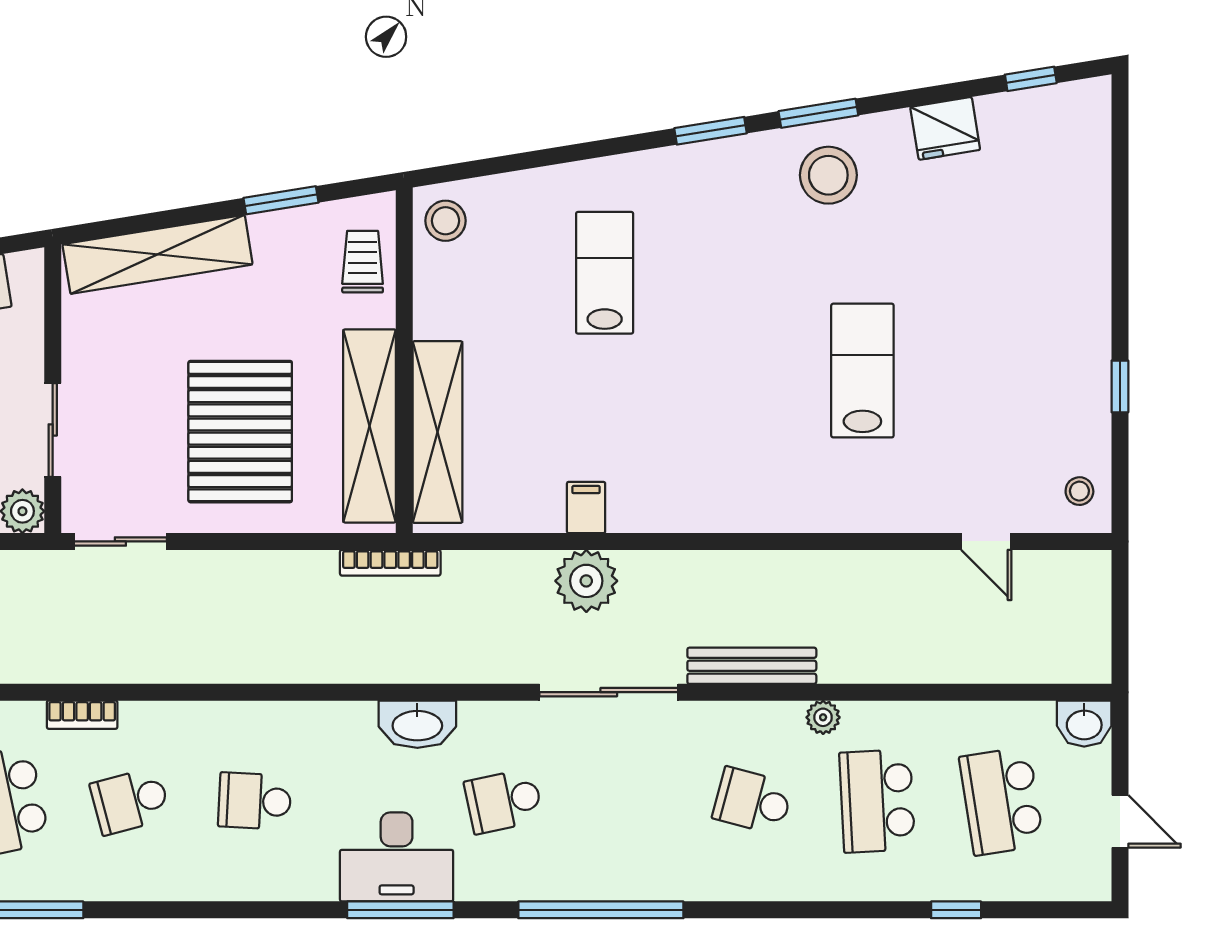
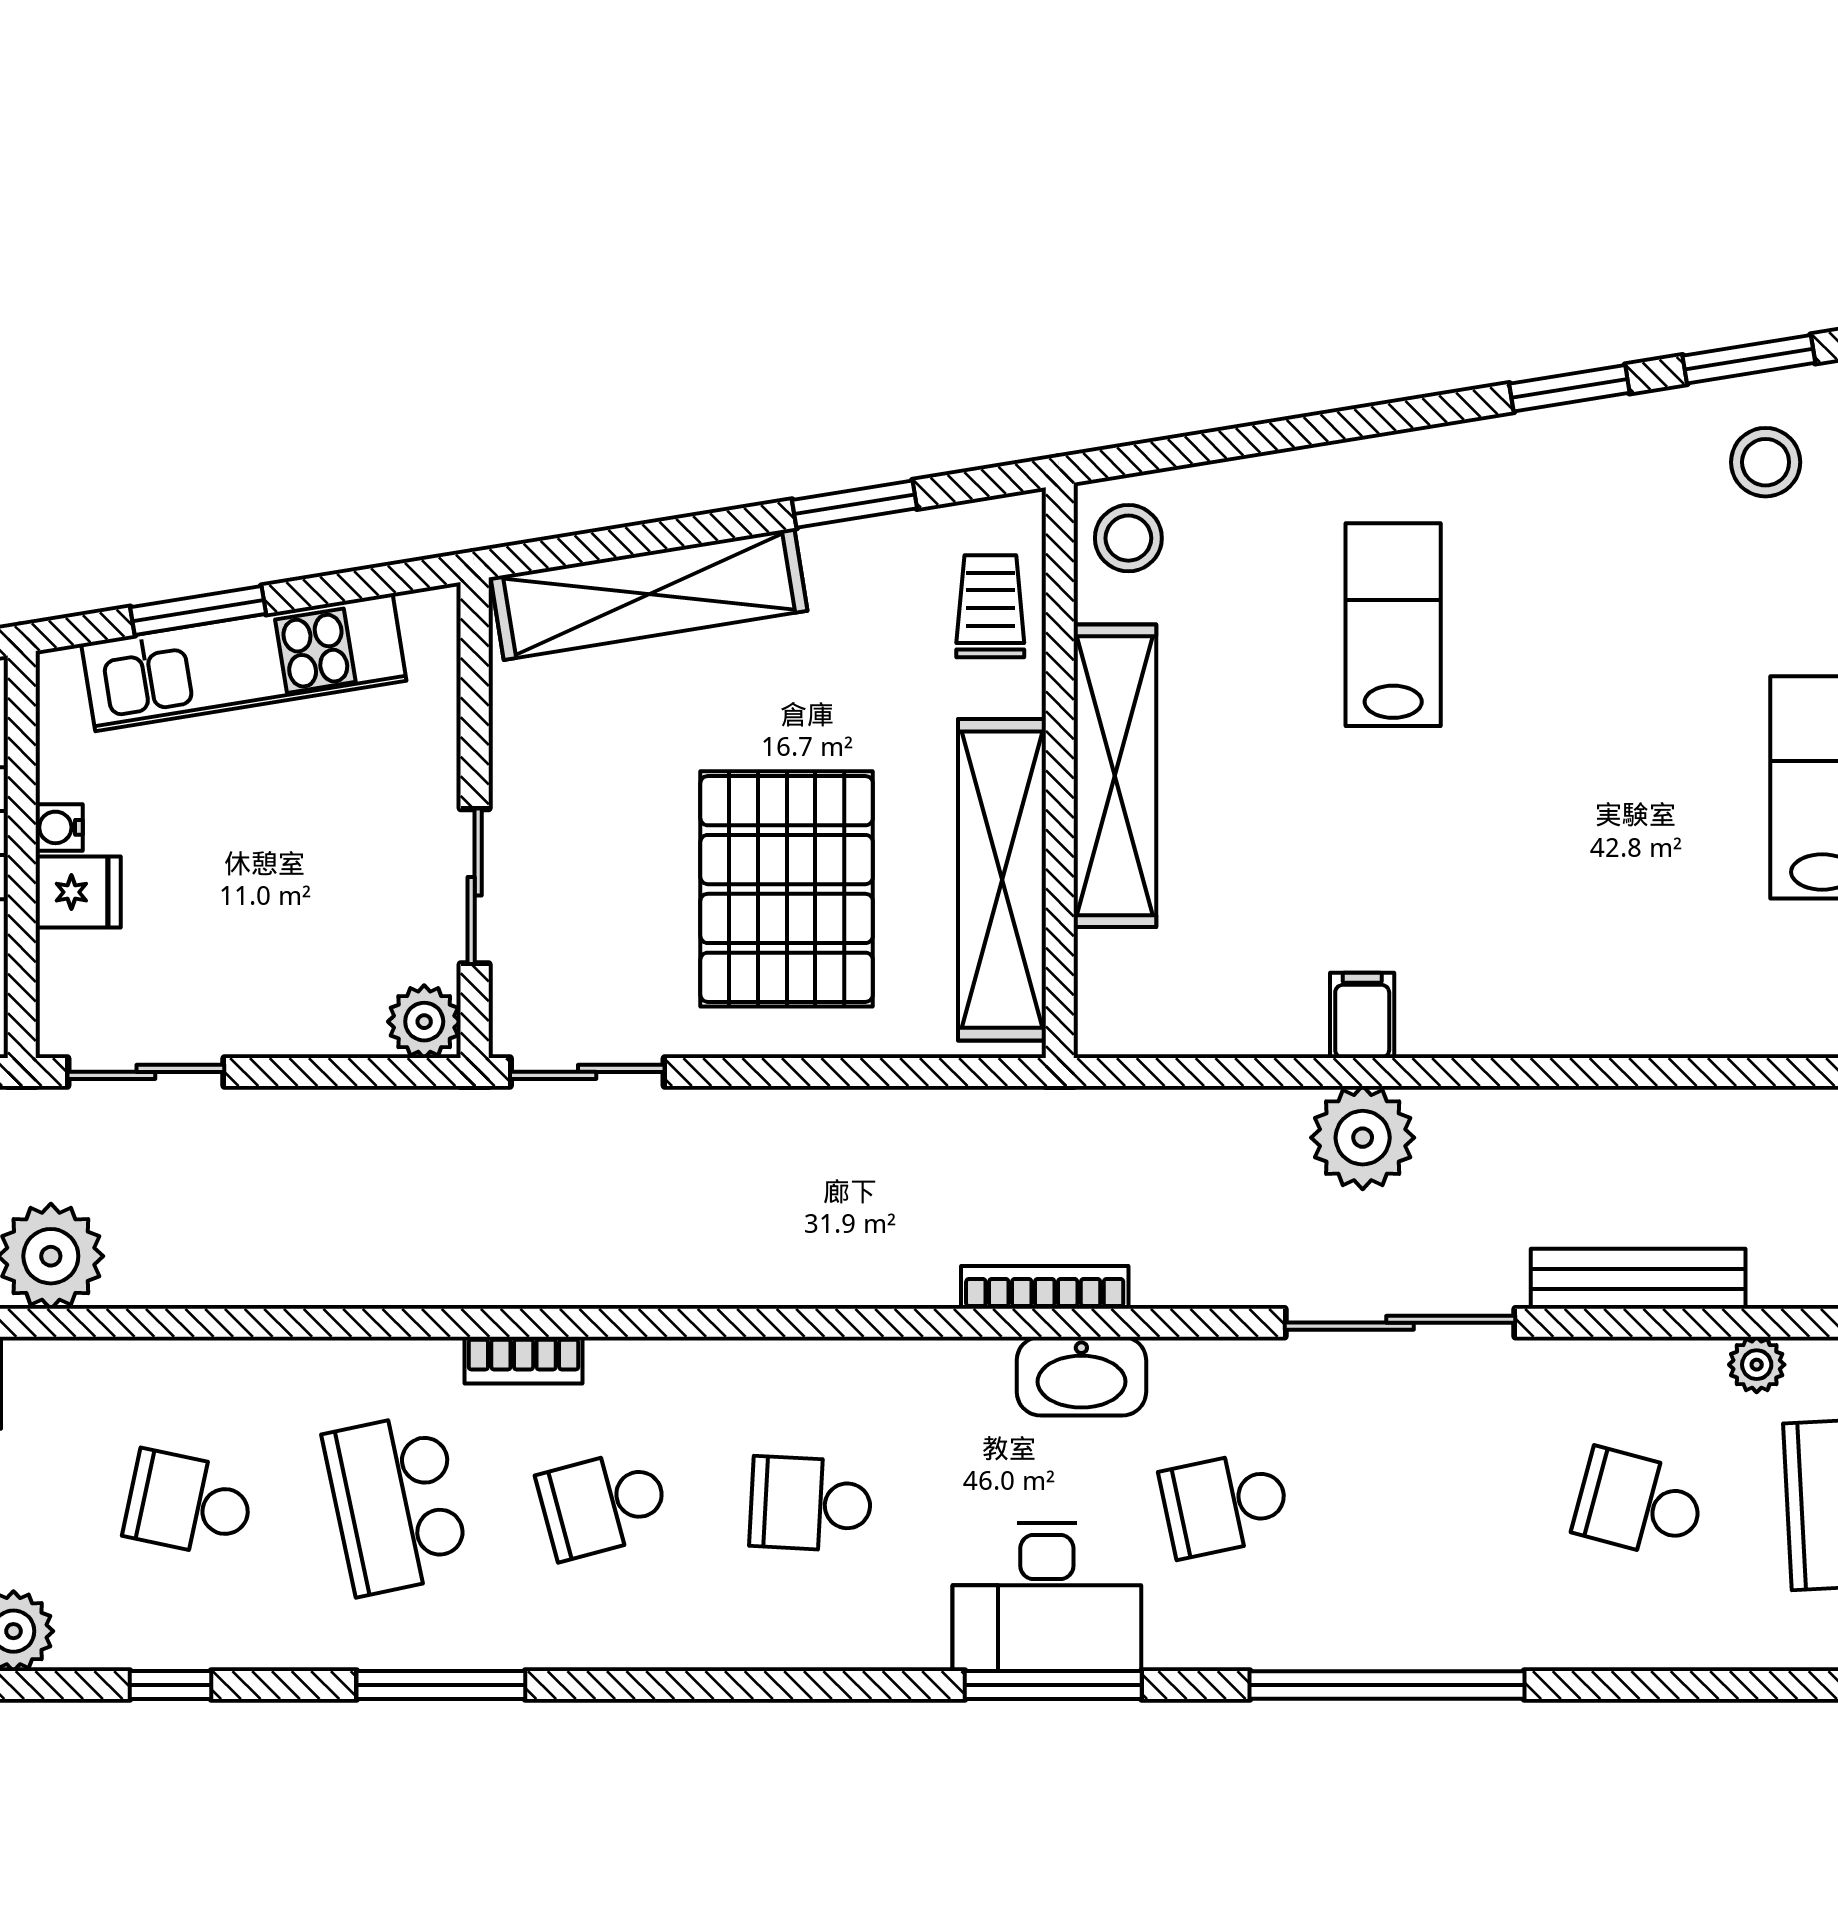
stool: (828, 175) -> (1766, 462), width x0.73, depth x0.73
shelving: (437, 432) -> (1115, 776), moved
bookcase: (390, 563) -> (1045, 1287), moved, turned 180

